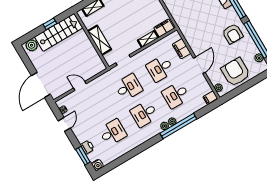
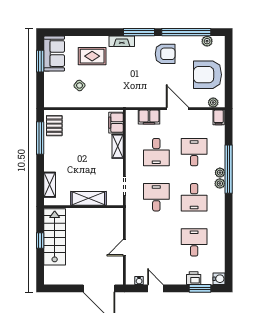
plant: (32, 45) -> (51, 273), removed
desk: (176, 95) -> (194, 152), turned 180

